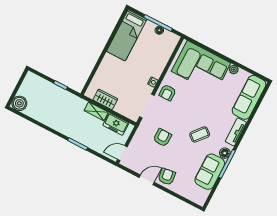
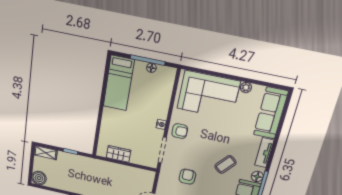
armchair: (168, 93) -> (180, 131), turned -90
shelving: (96, 111) -> (45, 153), moved
freezer: (116, 124) -> (137, 175), removed

